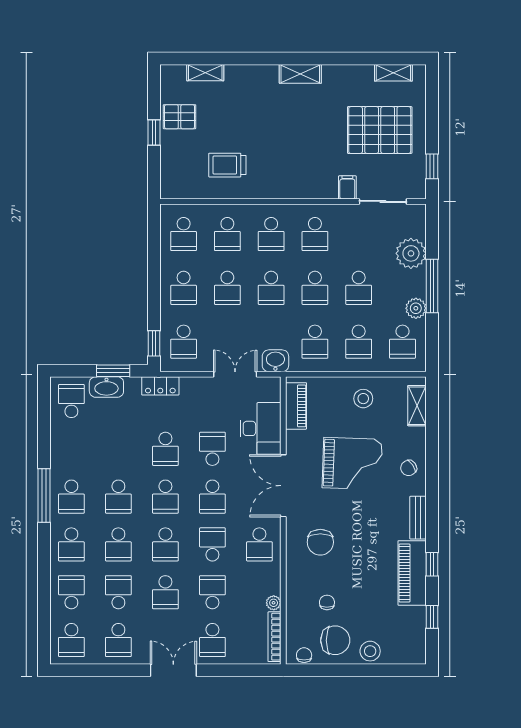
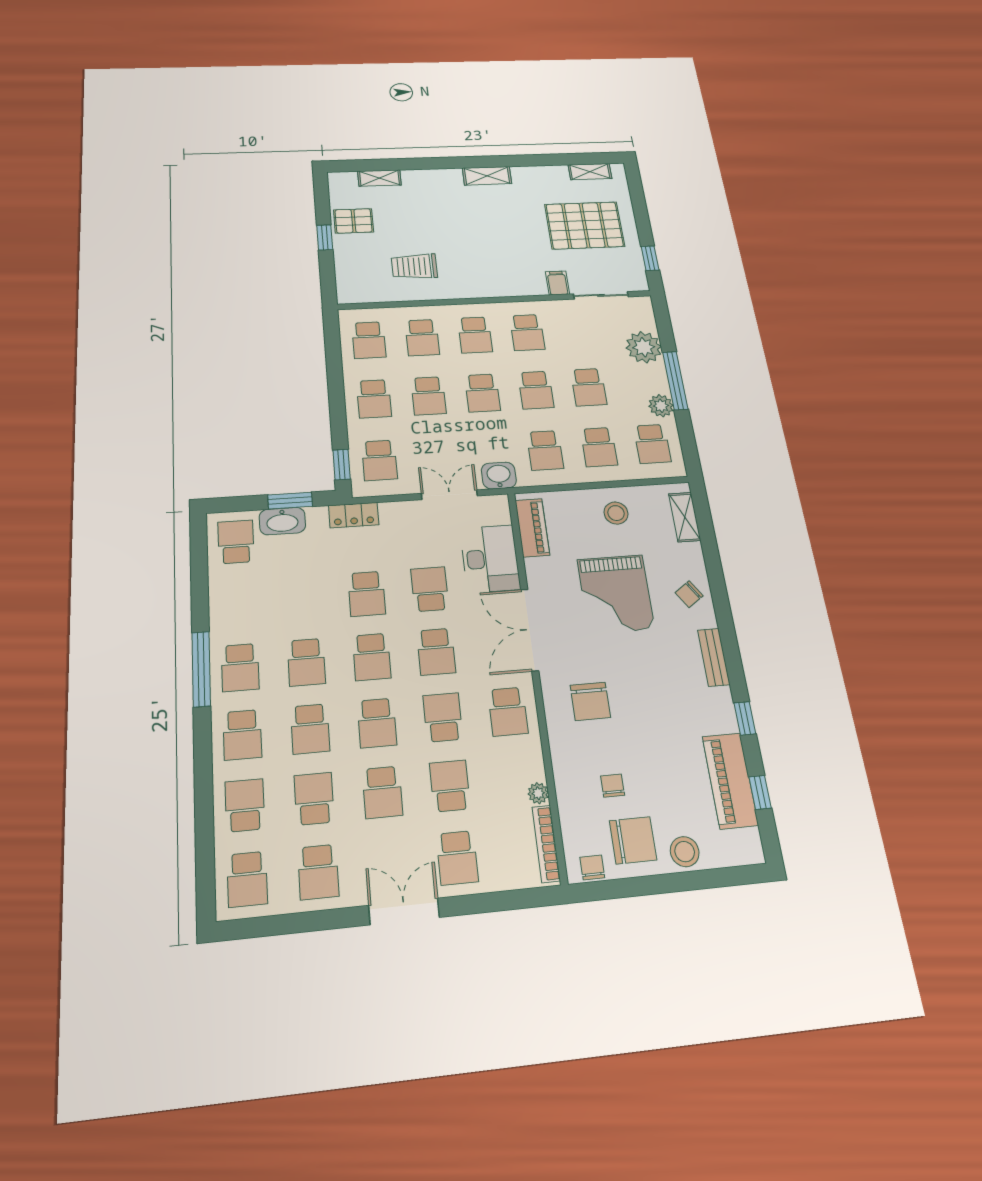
grand piano: (352, 463) -> (616, 594), turned 88
piano: (412, 573) -> (730, 781), moved

